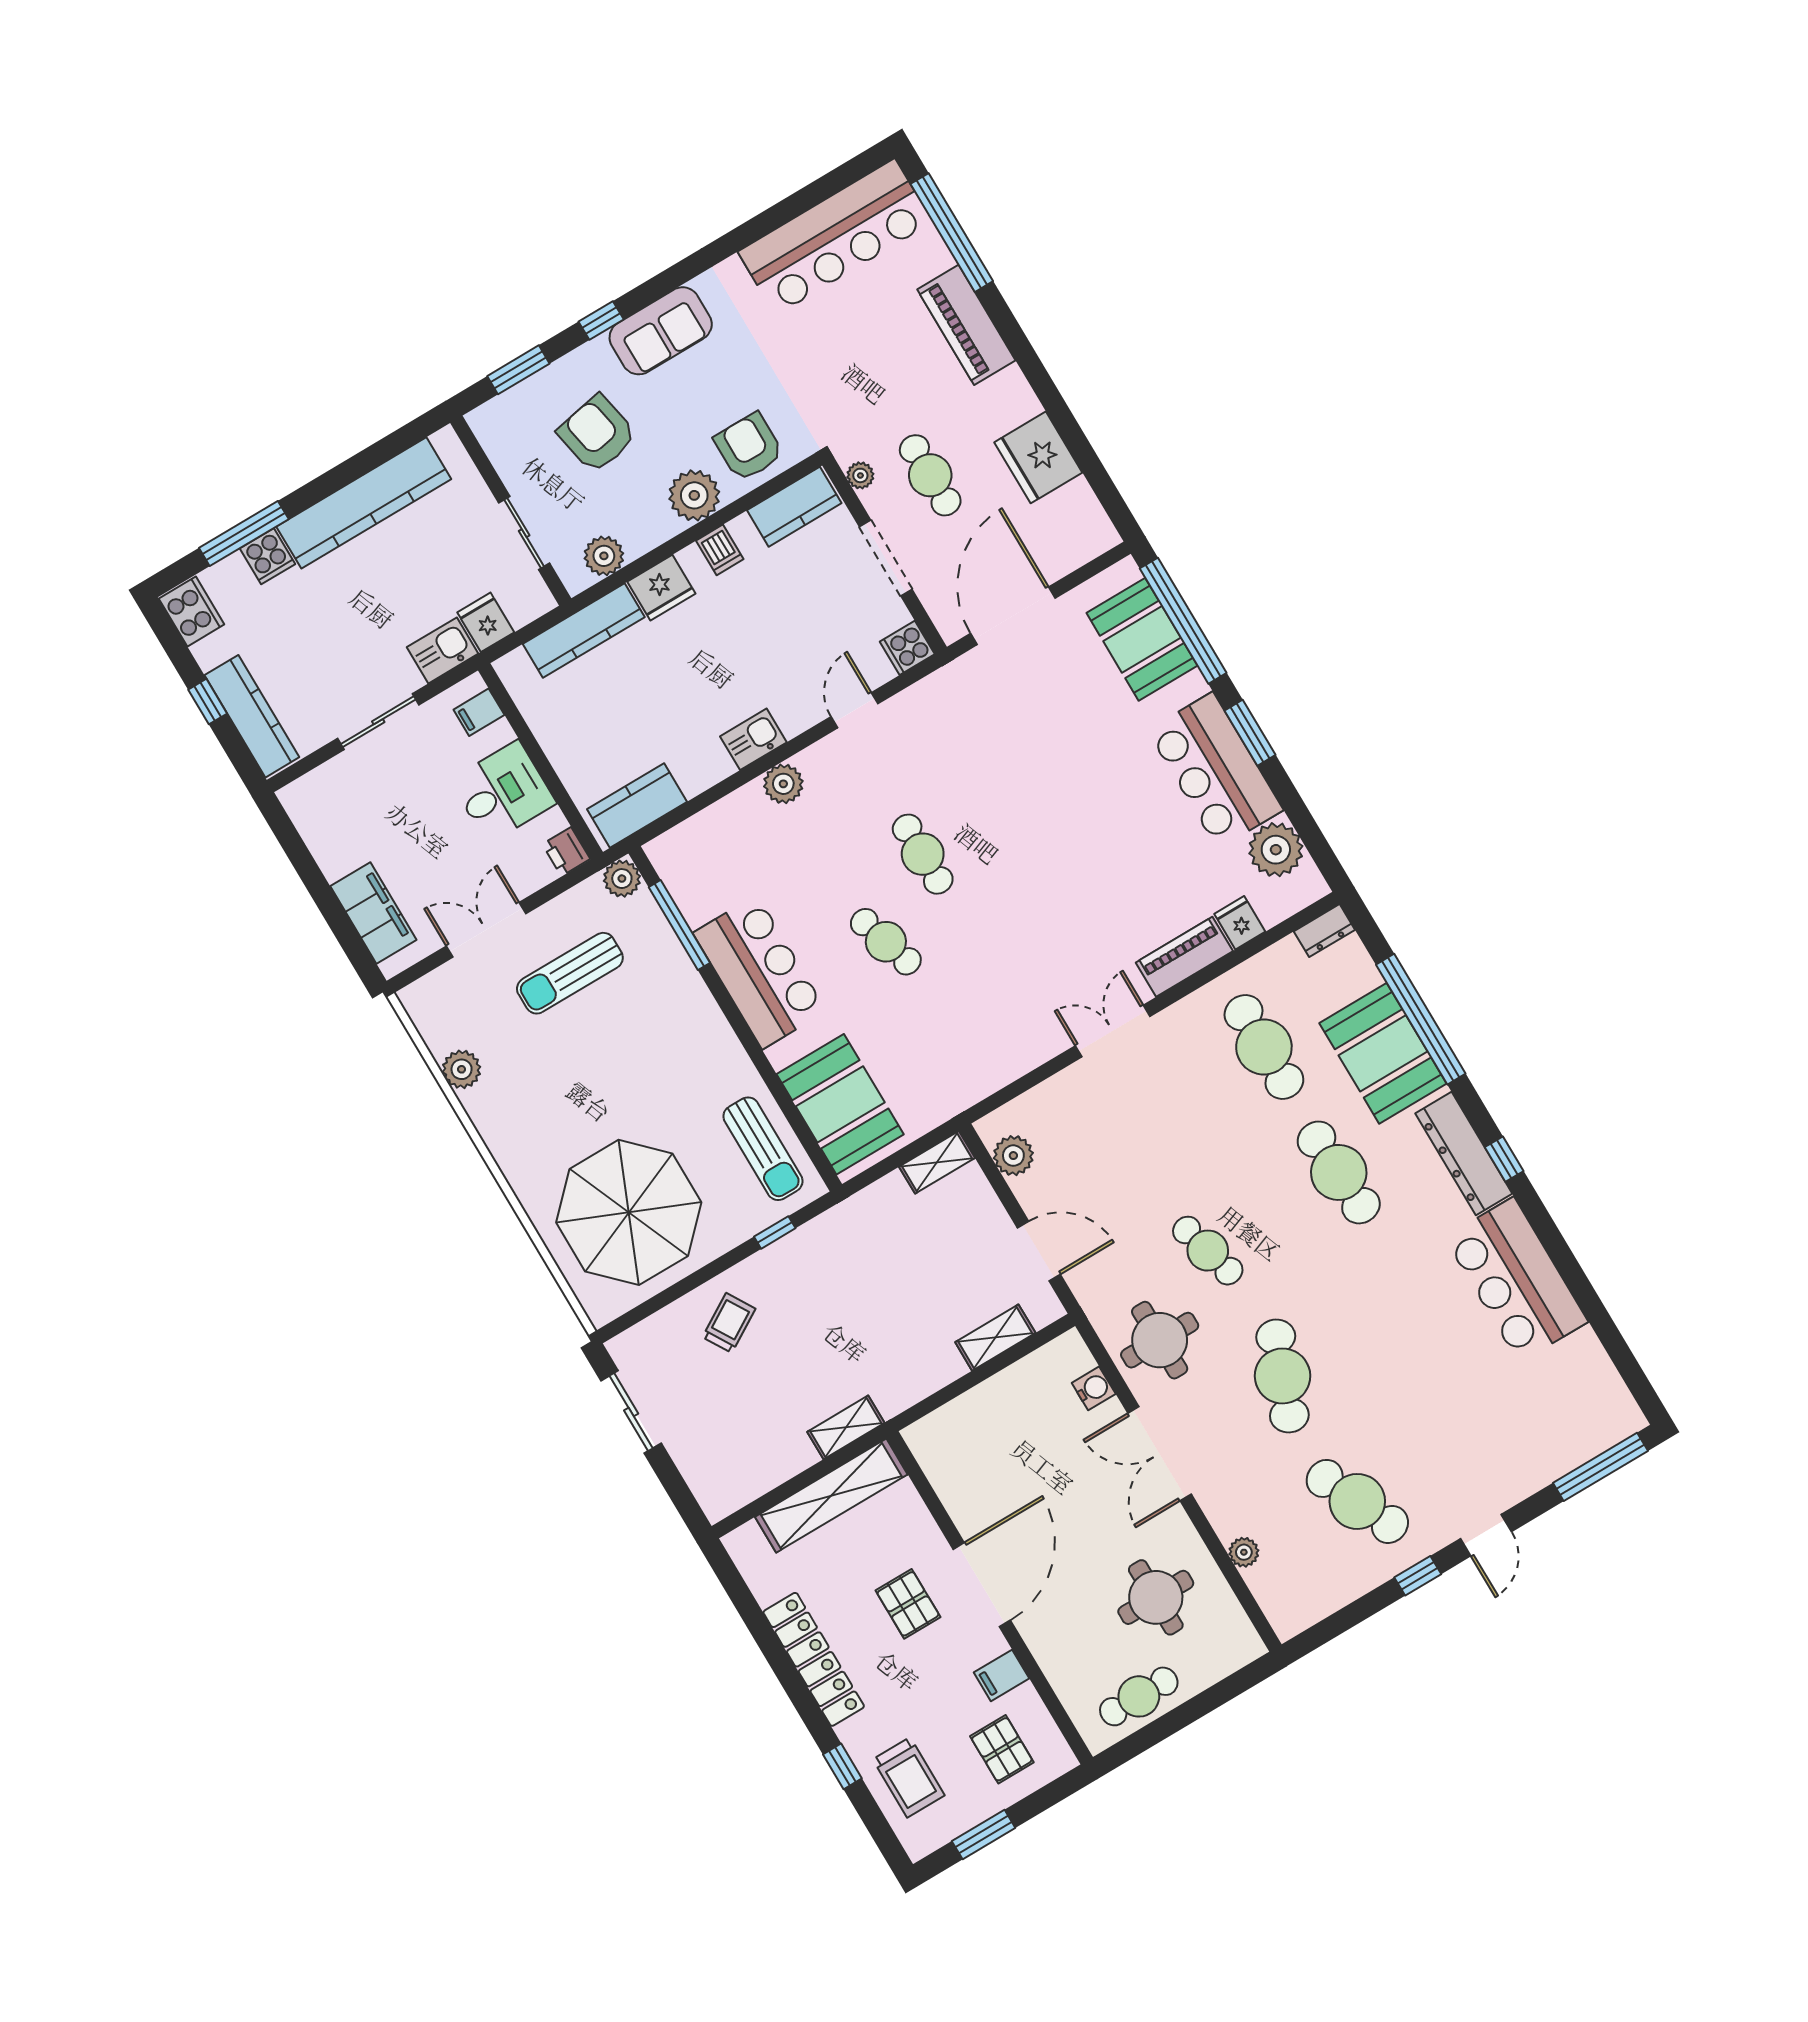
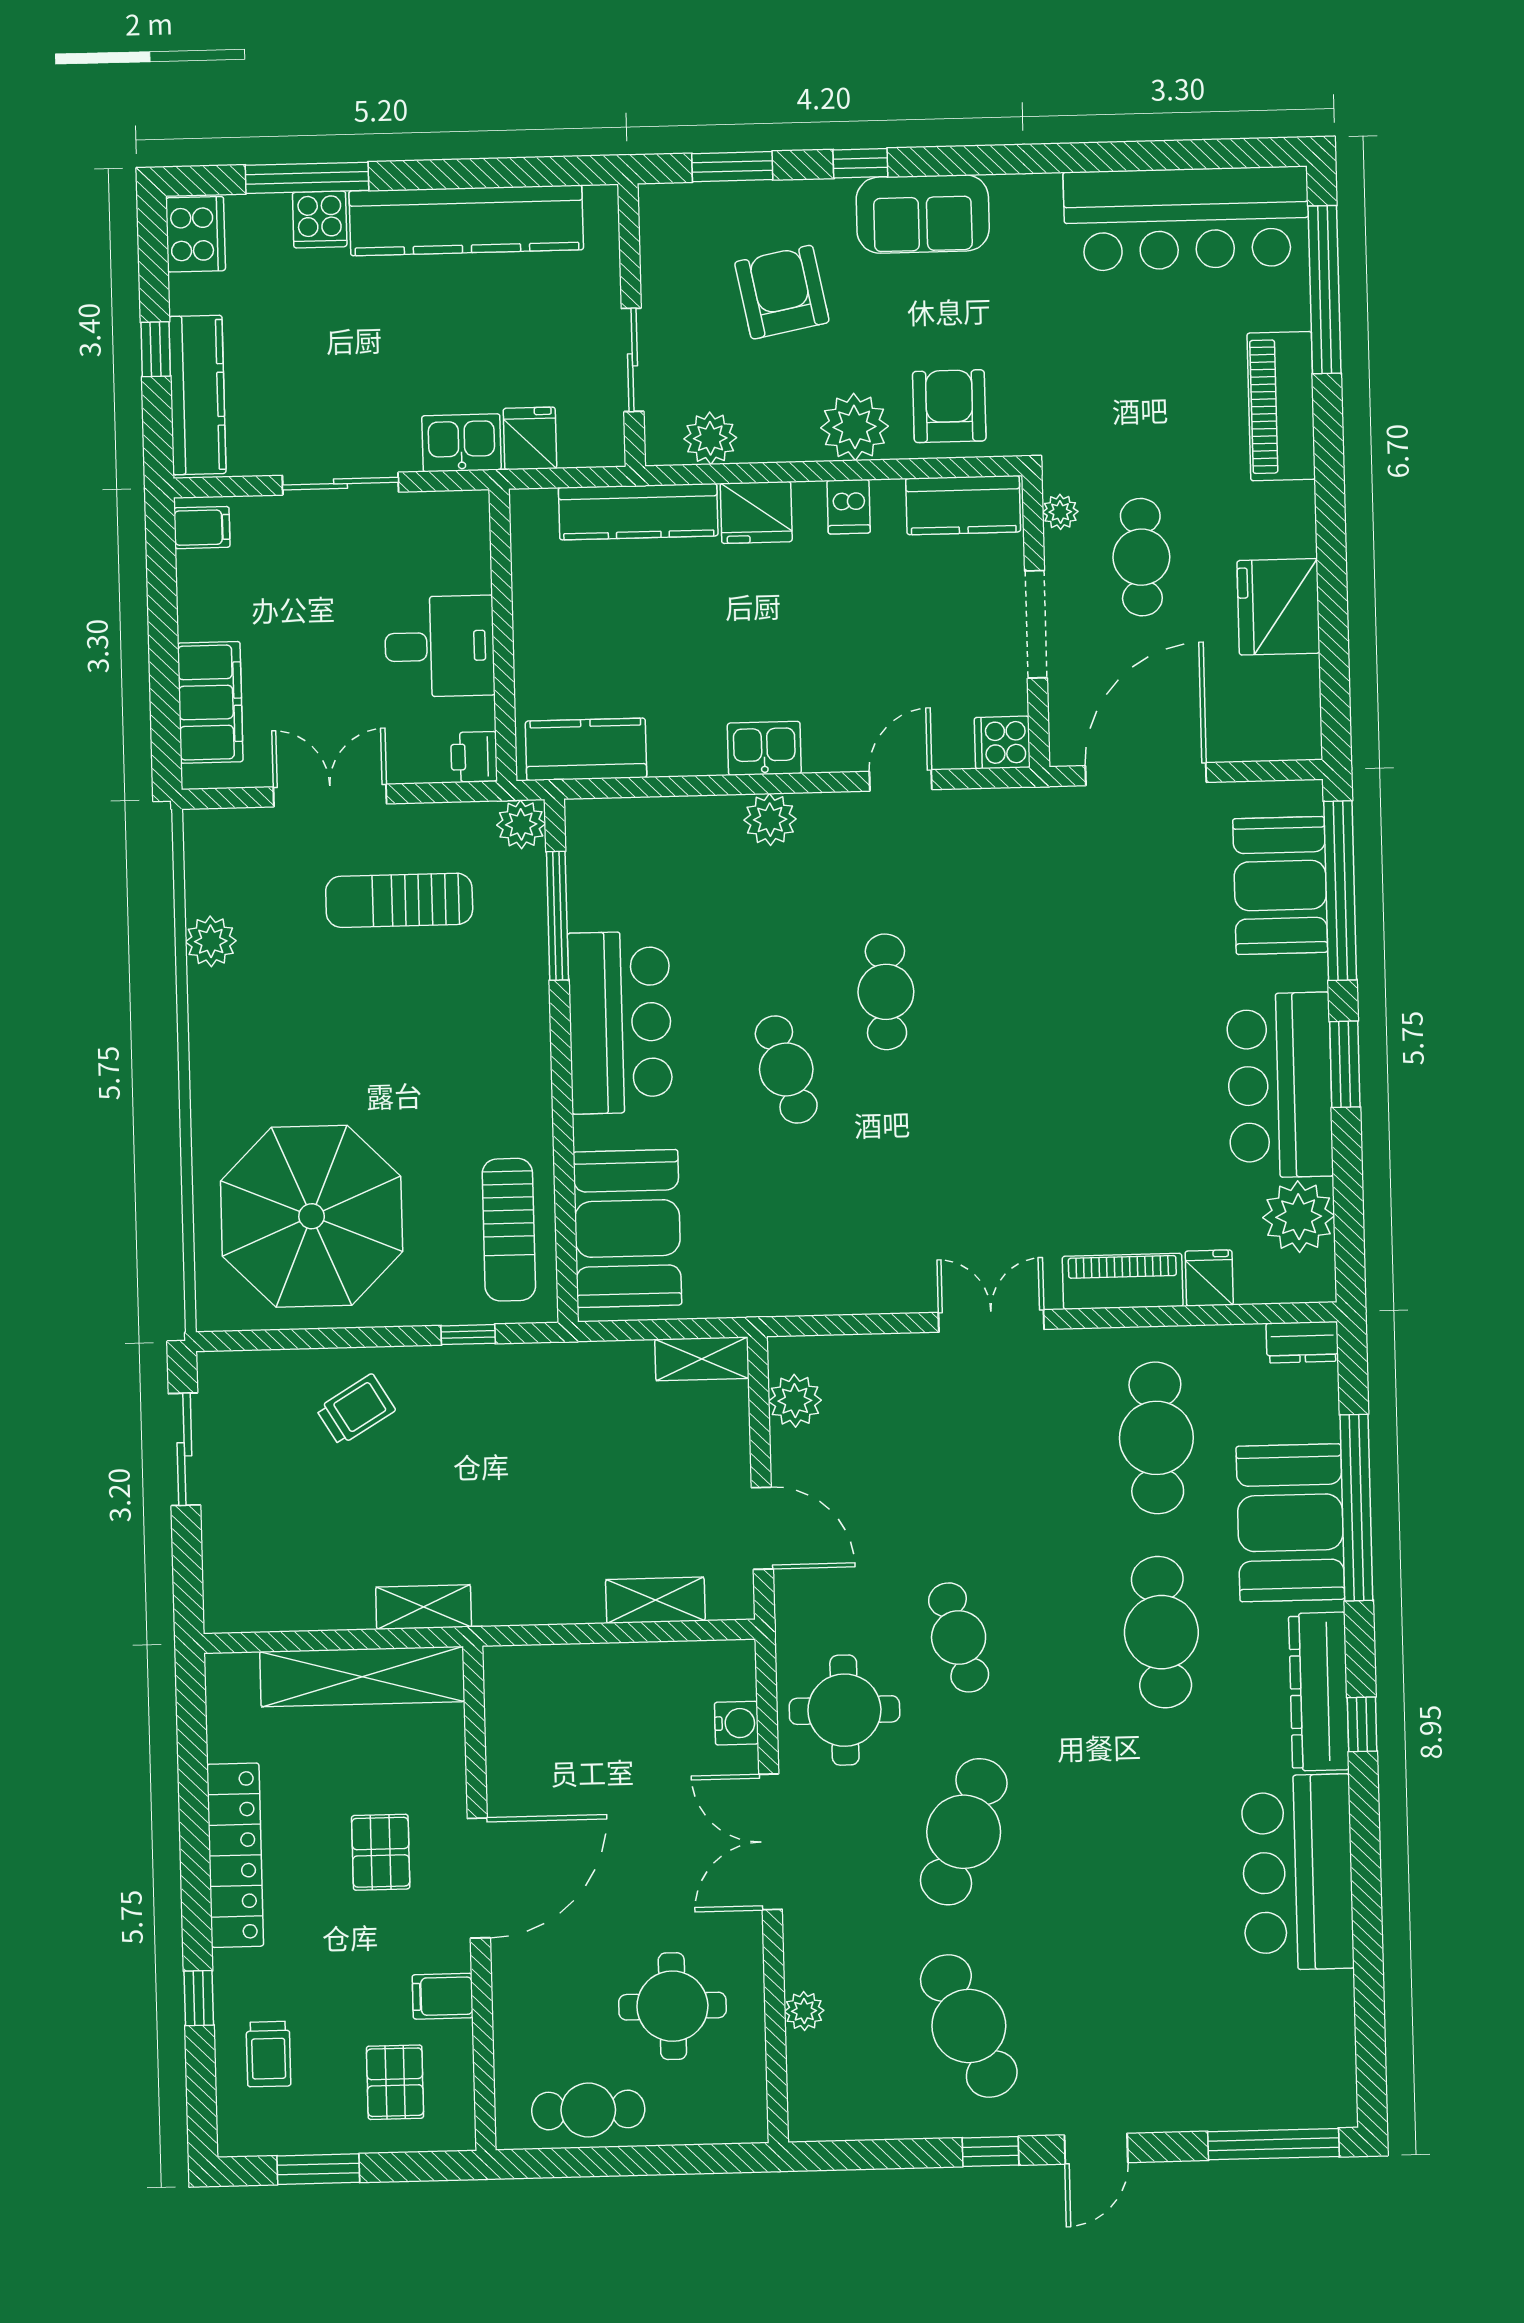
filing cabinet: (479, 712) -> (202, 528), moved, turned 180
trolley: (909, 1777) -> (268, 2054), width x0.73, depth x0.72

